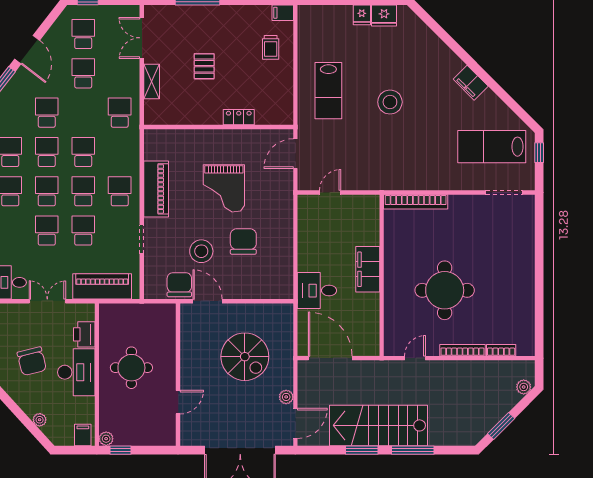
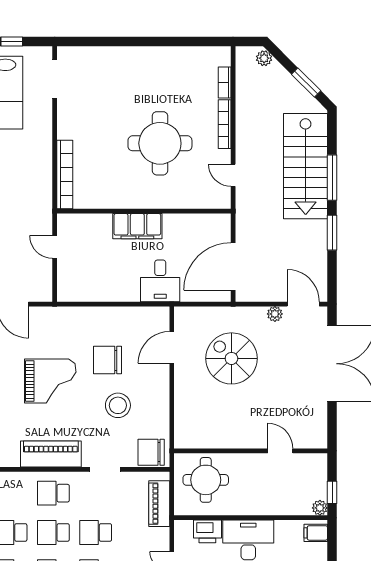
door: (330, 193) -> (55, 247), moved
chair: (179, 285) -> (151, 452), moved
piano: (102, 286) -> (159, 504), width x0.73, depth x0.75
door: (208, 301) -> (172, 347), moved
spiral stairs: (245, 357) -> (231, 358), turned -90
round table: (131, 368) -> (206, 480), moved
wall: (178, 375) -> (251, 451), moved
door: (178, 402) -> (280, 451), moved
stairs: (378, 425) -> (306, 166), moved

